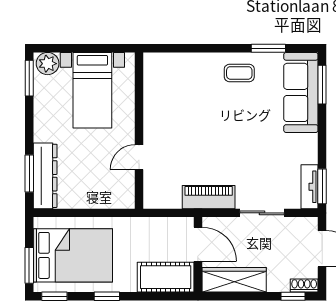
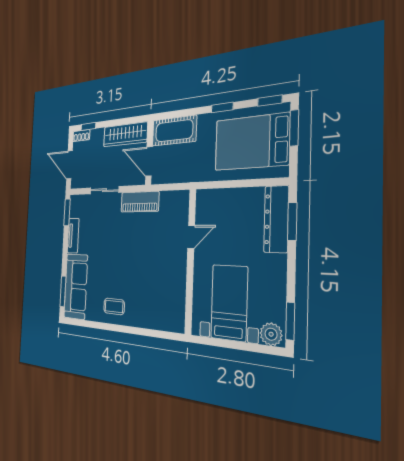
window: (268, 48) -> (94, 325), removed
tv unit: (309, 187) -> (73, 236), moved

